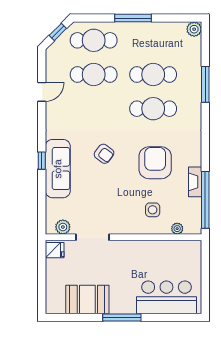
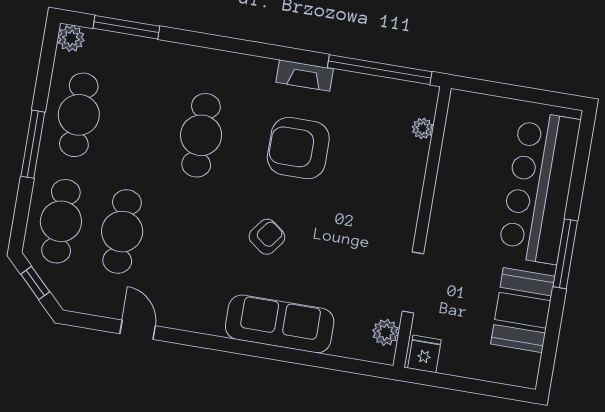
cafe table: (153, 75) -> (79, 115), moved
window: (205, 84) -> (126, 27), moved
window: (42, 161) -> (260, 350), removed
fireplace: (195, 182) -> (305, 75), moved
side table: (153, 210) -> (382, 167), removed
bar counter: (166, 297) -> (539, 187), width x1.36

